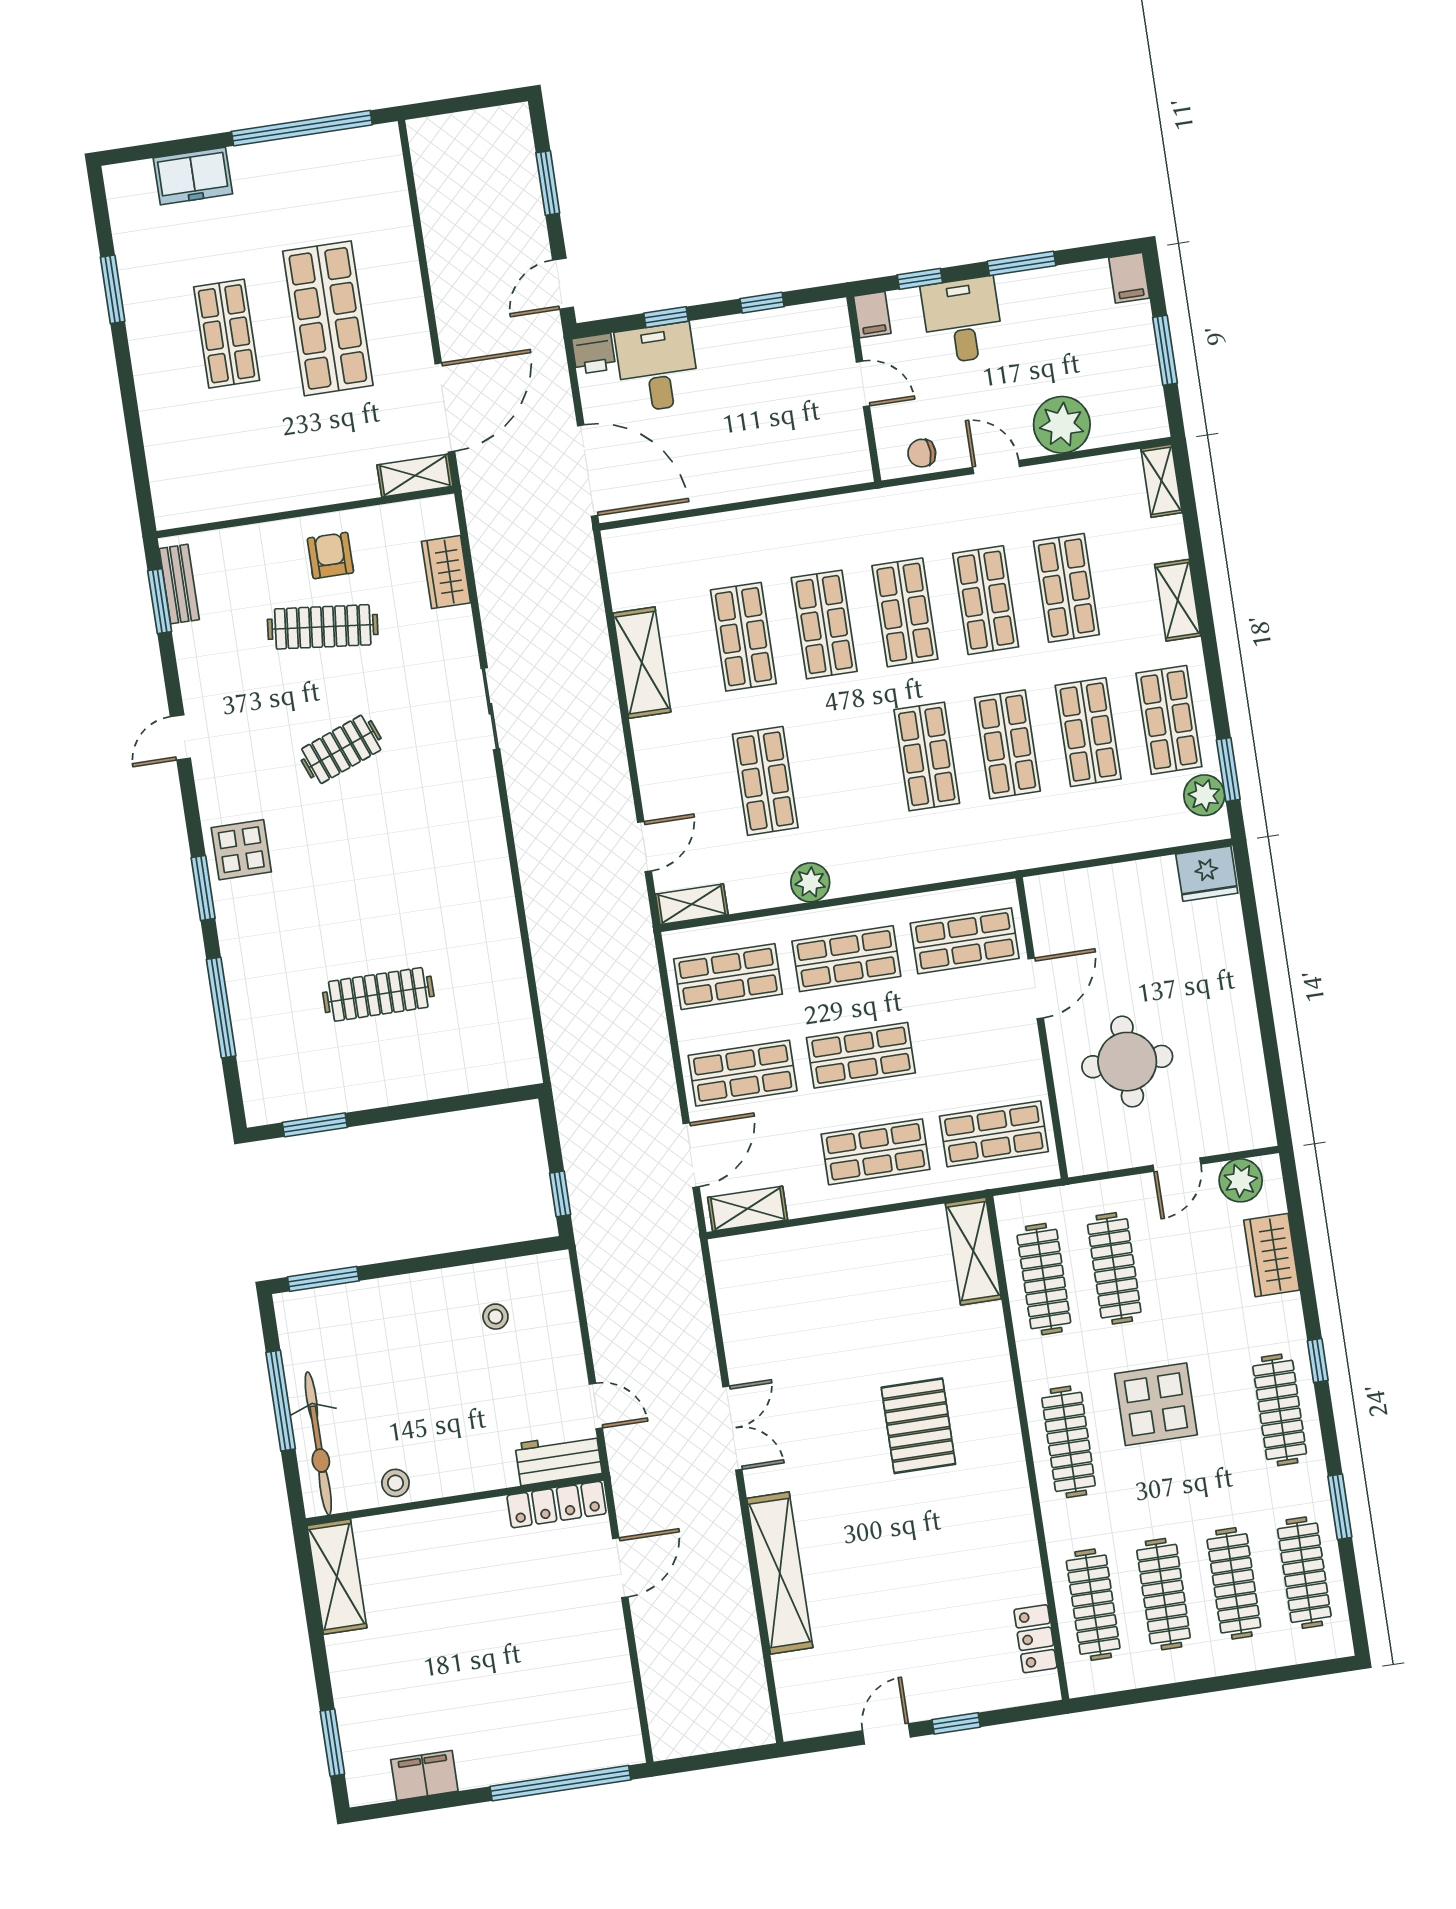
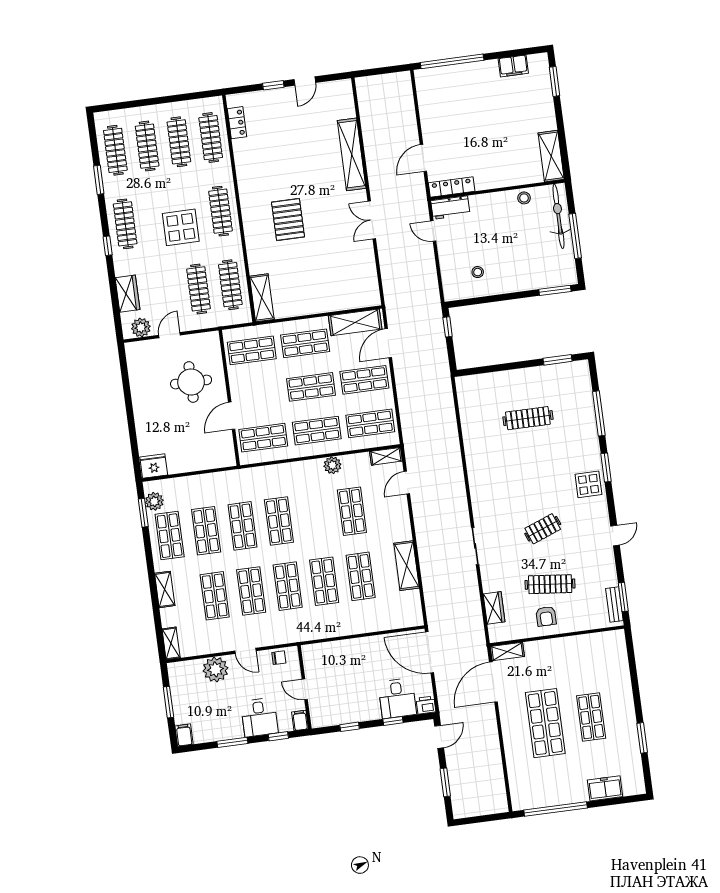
shelving: (748, 1209) -> (355, 322), width x1.50, depth x1.33

